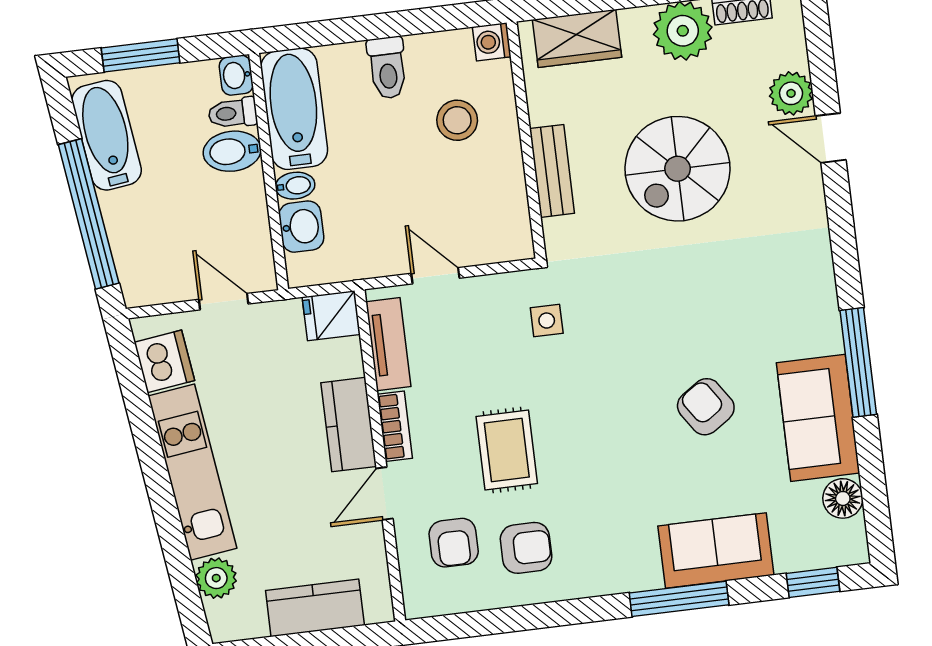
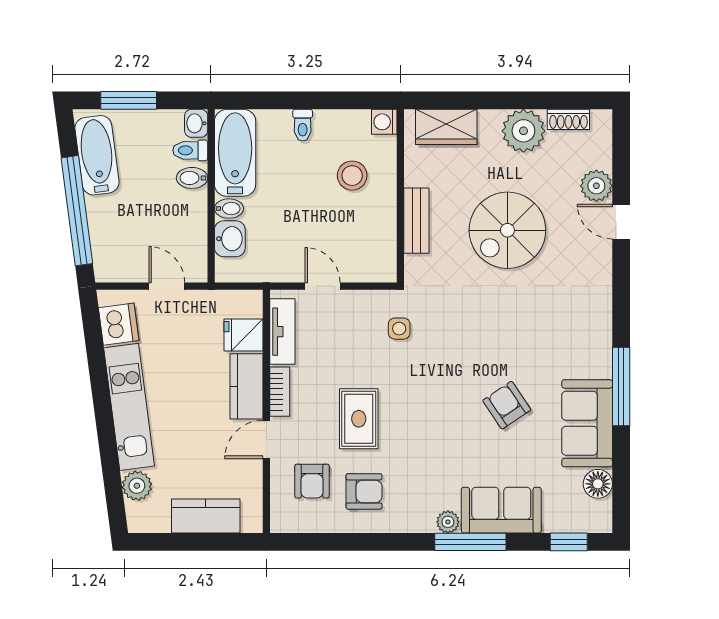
toilet: (387, 68) -> (303, 125), width x0.73, depth x0.72
bidet: (232, 151) -> (192, 178), width x0.72, depth x0.74
fridge: (331, 316) -> (244, 335), moved
plant: (645, 575) -> (448, 522), added

